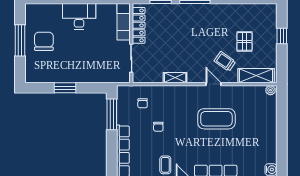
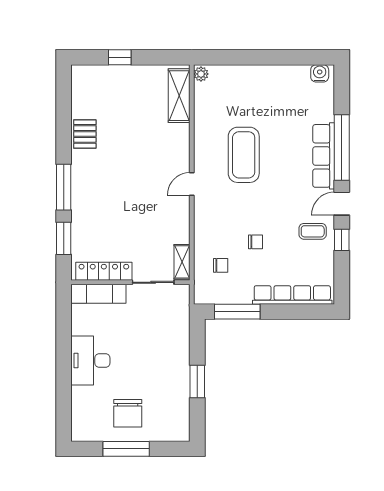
chair: (44, 41) -> (128, 413), turned -90
pallet: (244, 41) -> (85, 134), moved, turned 90
trolley: (225, 61) -> (158, 142), removed
shelving: (175, 78) -> (182, 262), moved
door: (214, 84) -> (192, 184), moved

